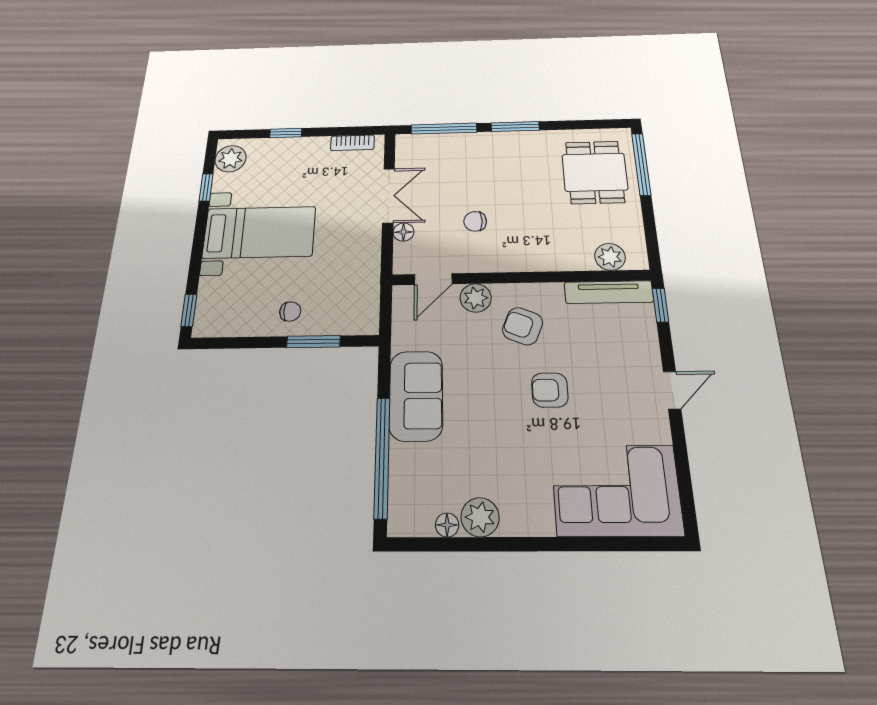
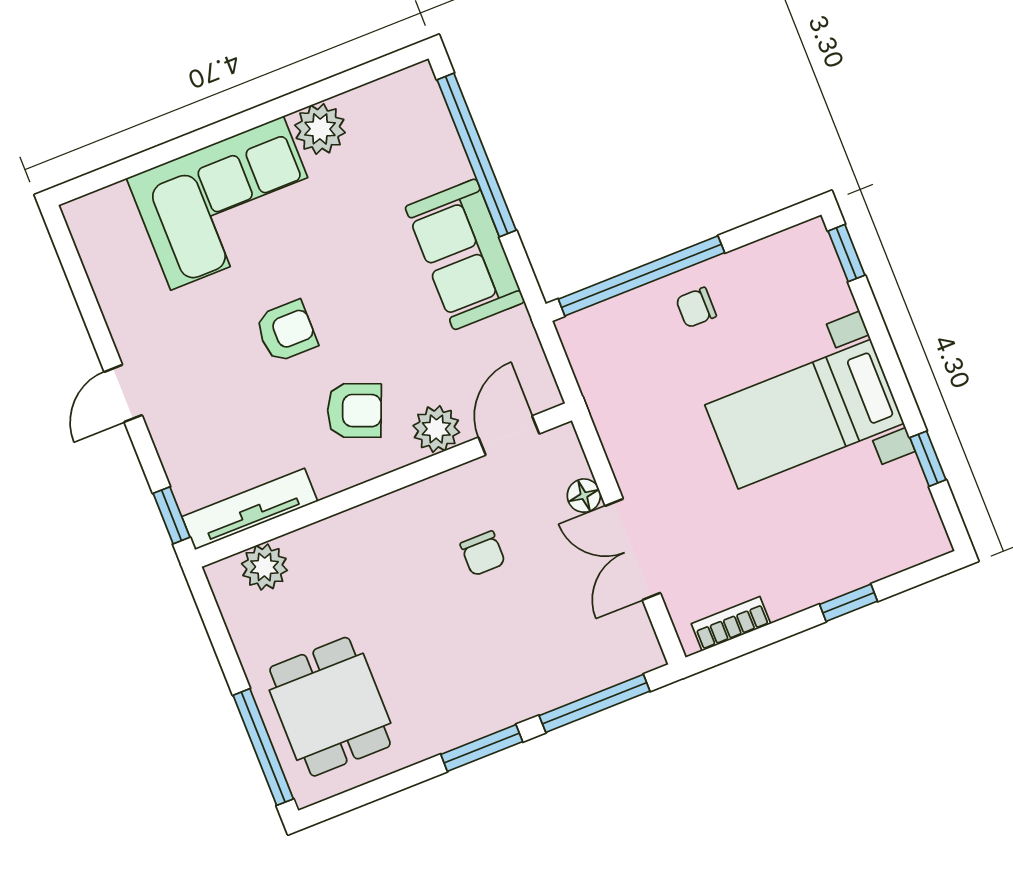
plant: (231, 159) -> (915, 523), removed
chair: (475, 221) -> (483, 553), turned 90
window: (313, 342) -> (641, 276), width x2.11
corner sofa: (616, 490) -> (227, 203), moved
floor lamp: (447, 525) -> (358, 103), removed

